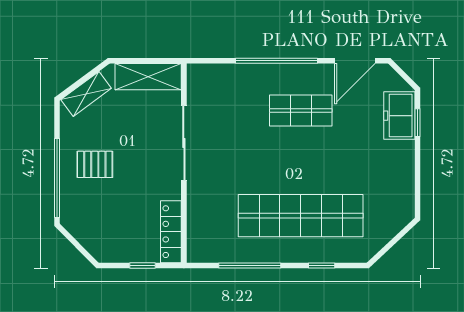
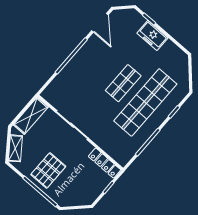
shop shelf: (301, 111) -> (123, 83), moved
freezer: (399, 116) -> (152, 35), moved
pallet: (95, 164) -> (48, 170), width x1.50, depth x1.42

